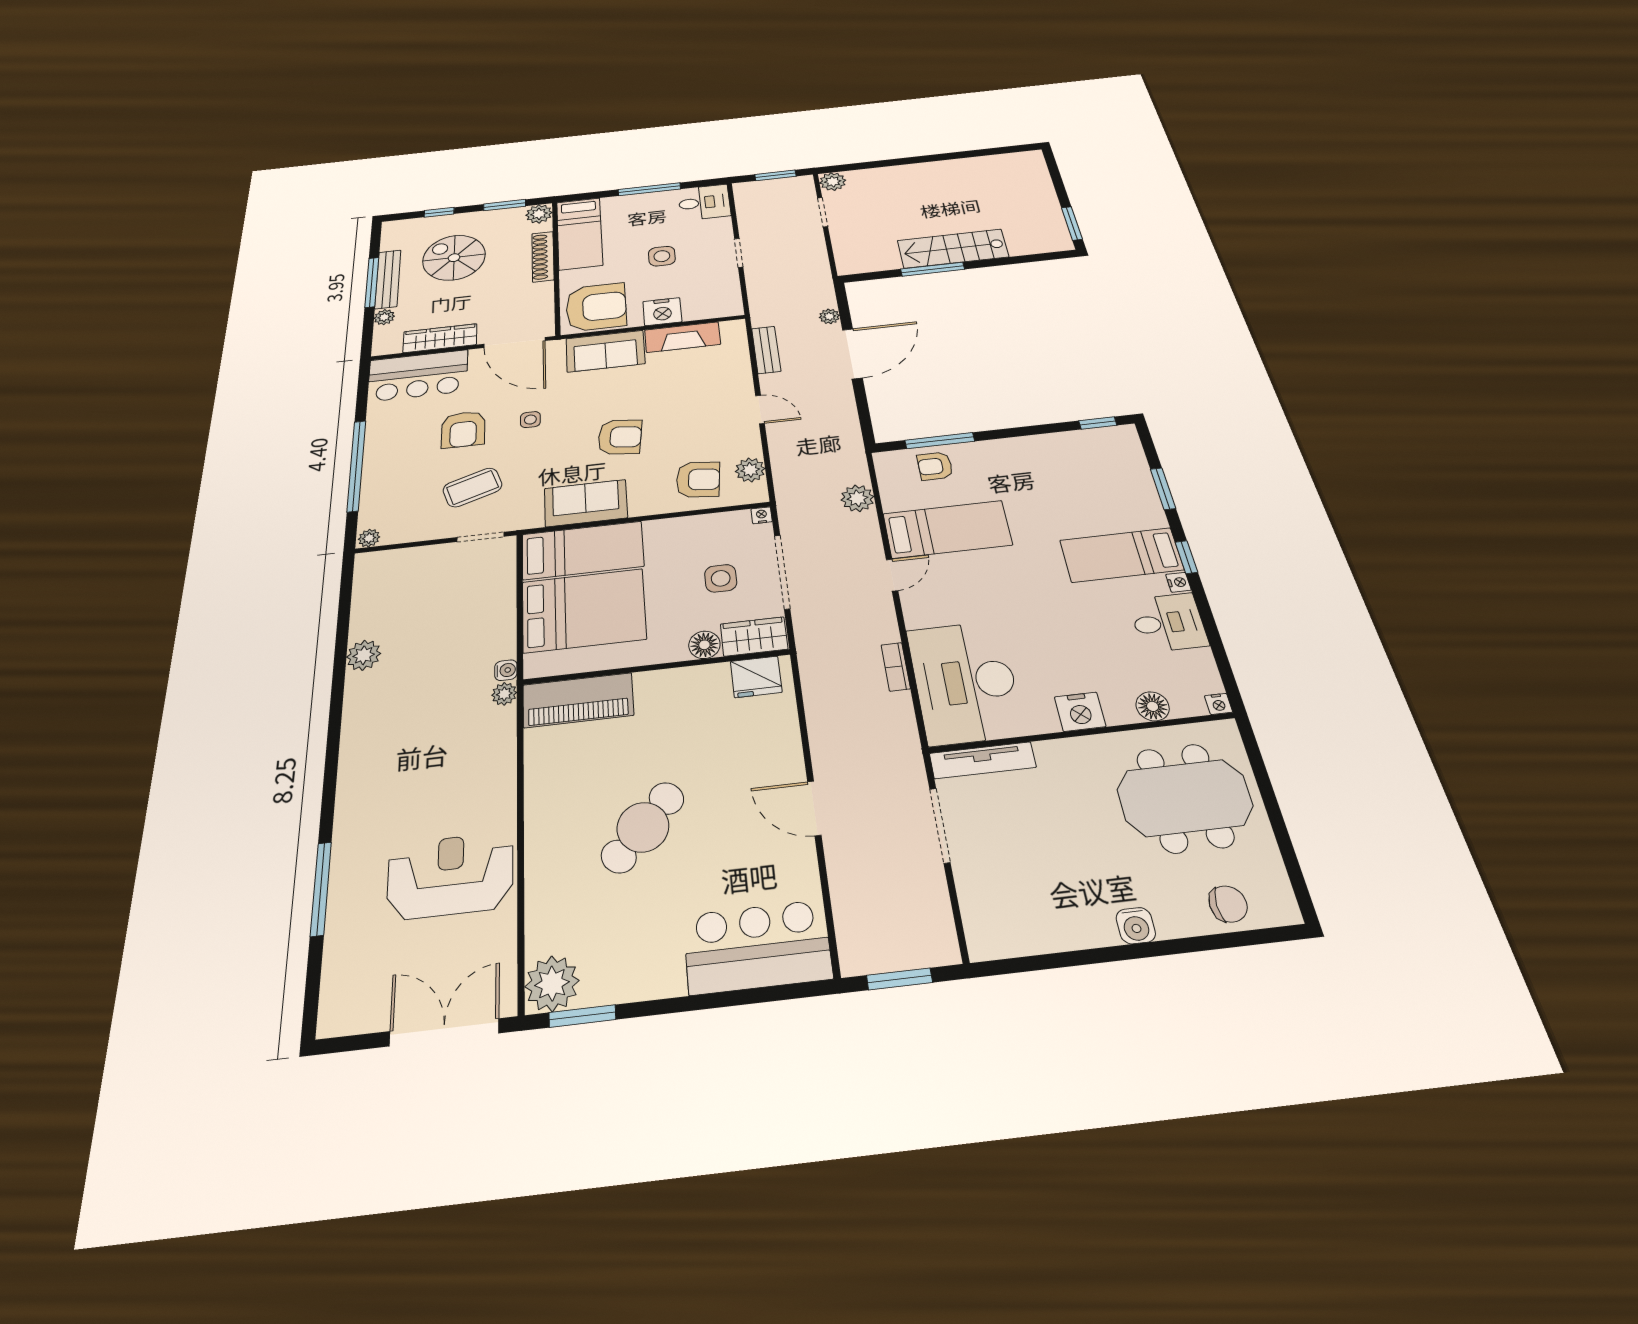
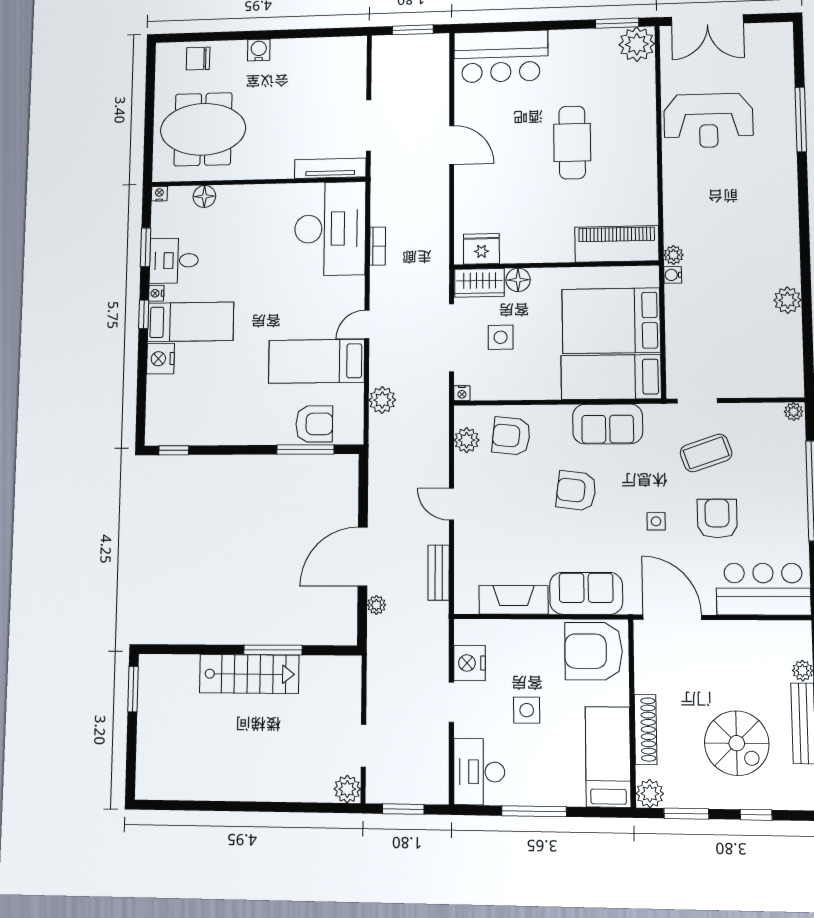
desk: (704, 202) -> (479, 772), width x1.37
nightstand: (662, 312) -> (469, 663), moved, turned -90
wardrobe: (440, 338) -> (745, 634), removed
armchair: (935, 466) -> (314, 424), width x1.38, depth x1.38
window: (1163, 489) -> (146, 247), moved
nightstand: (1080, 712) -> (160, 359), moved, turned -90
cafe table: (643, 827) -> (572, 142), turned -43

